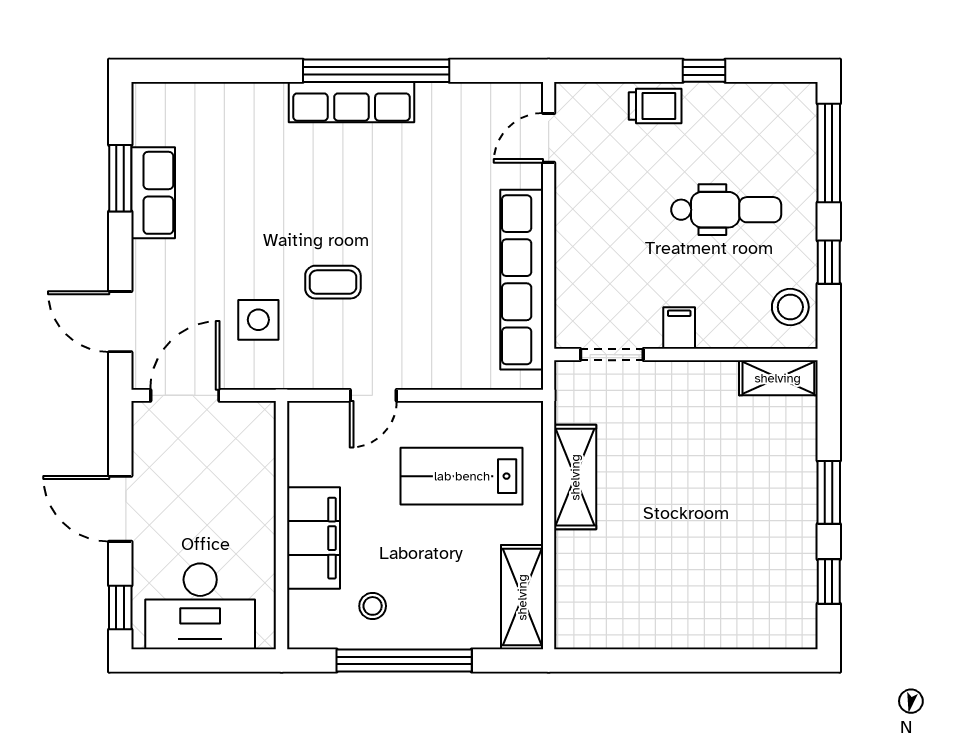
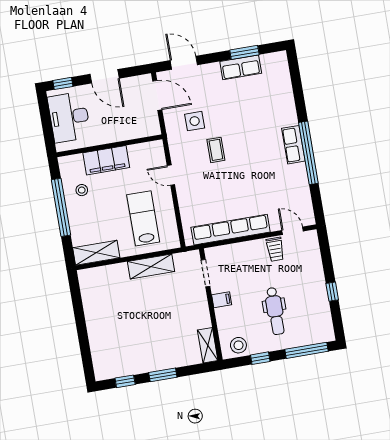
row of seats: (351, 102) -> (293, 145), width x0.68
trolley: (655, 106) -> (275, 249), moved
door: (120, 322) -> (184, 63), hinge flipped
door: (120, 509) -> (105, 76), swing flipped

